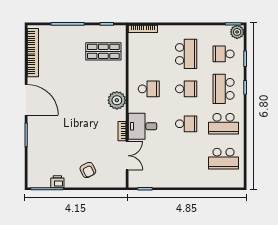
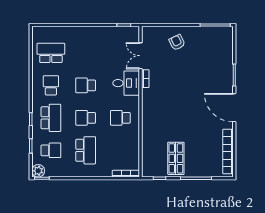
shop shelf: (103, 51) -> (176, 158), moved, turned 90
school desk: (186, 54) -> (86, 150), turned 180
plant: (117, 100) -> (150, 107), removed
school desk: (223, 124) -> (51, 85), width x0.54
printer: (57, 182) -> (205, 32), removed

